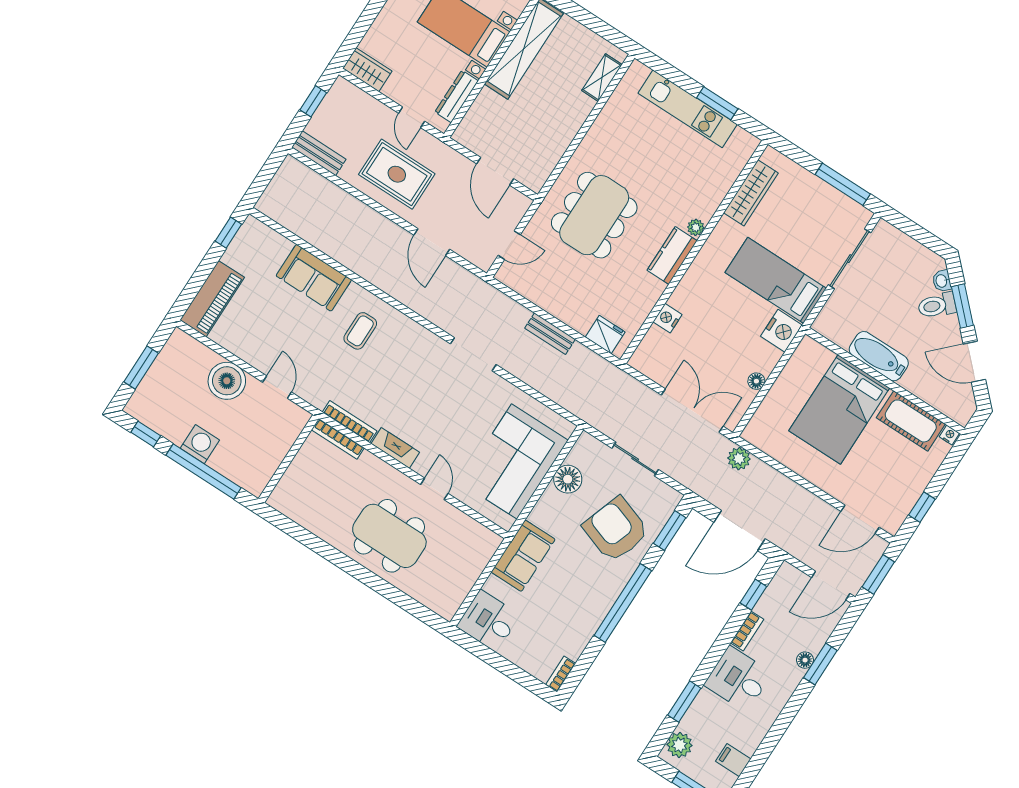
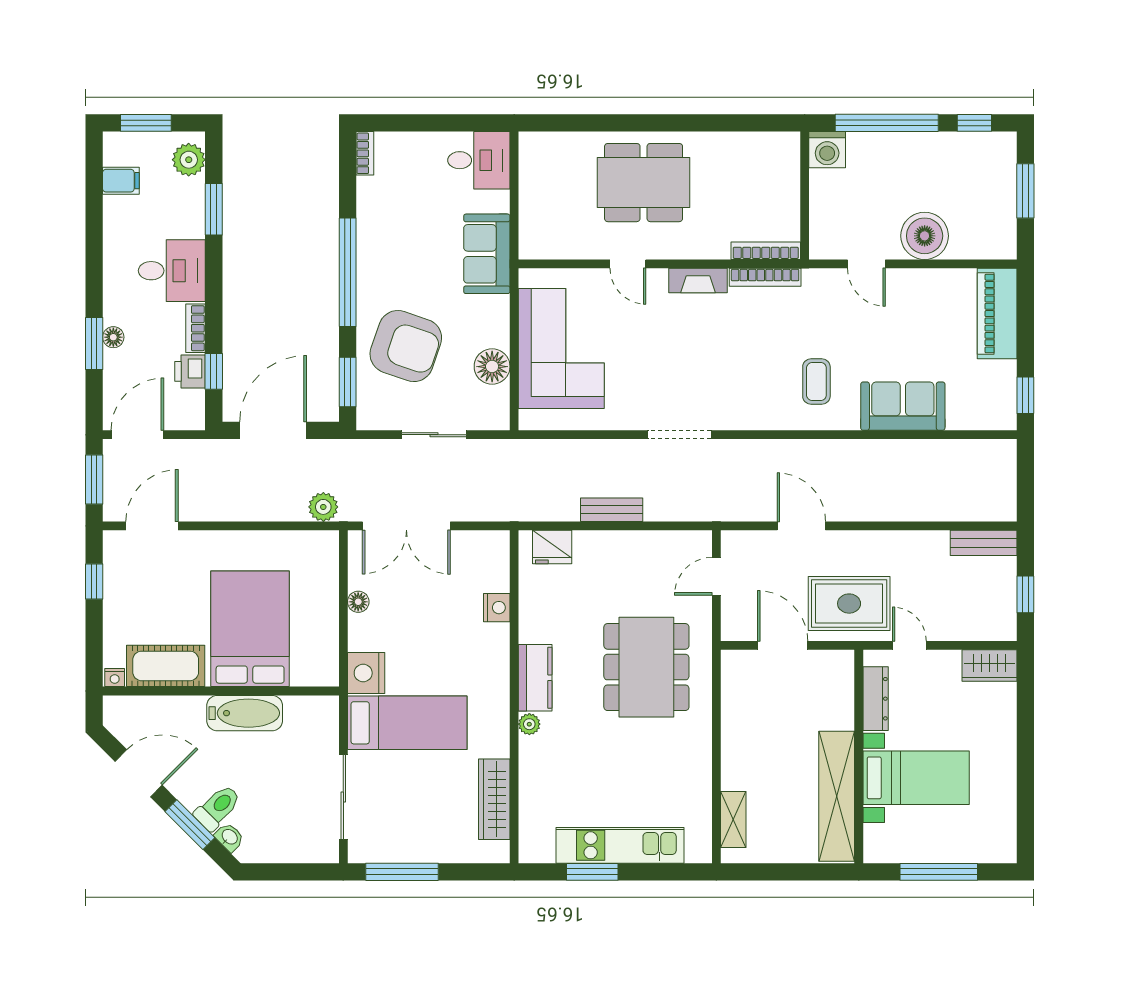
rug: (397, 174) -> (849, 604), moved
washing machine: (200, 444) -> (827, 150), moved
printer: (769, 605) -> (190, 371), added

